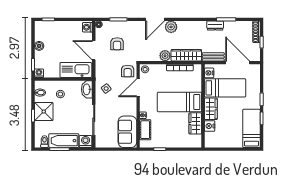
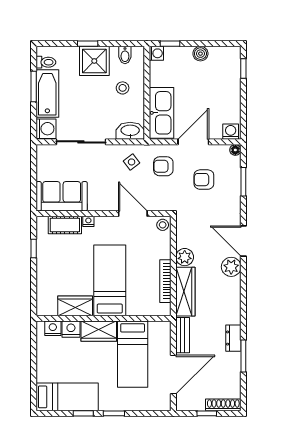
armchair: (128, 71) -> (163, 166), moved
nightstand: (209, 73) -> (53, 328), moved

